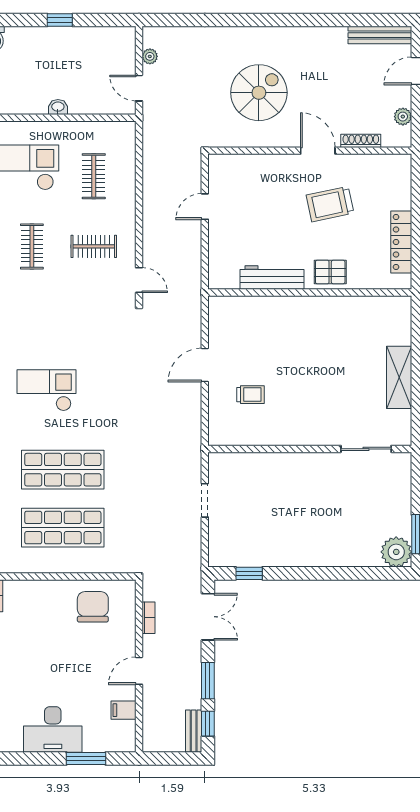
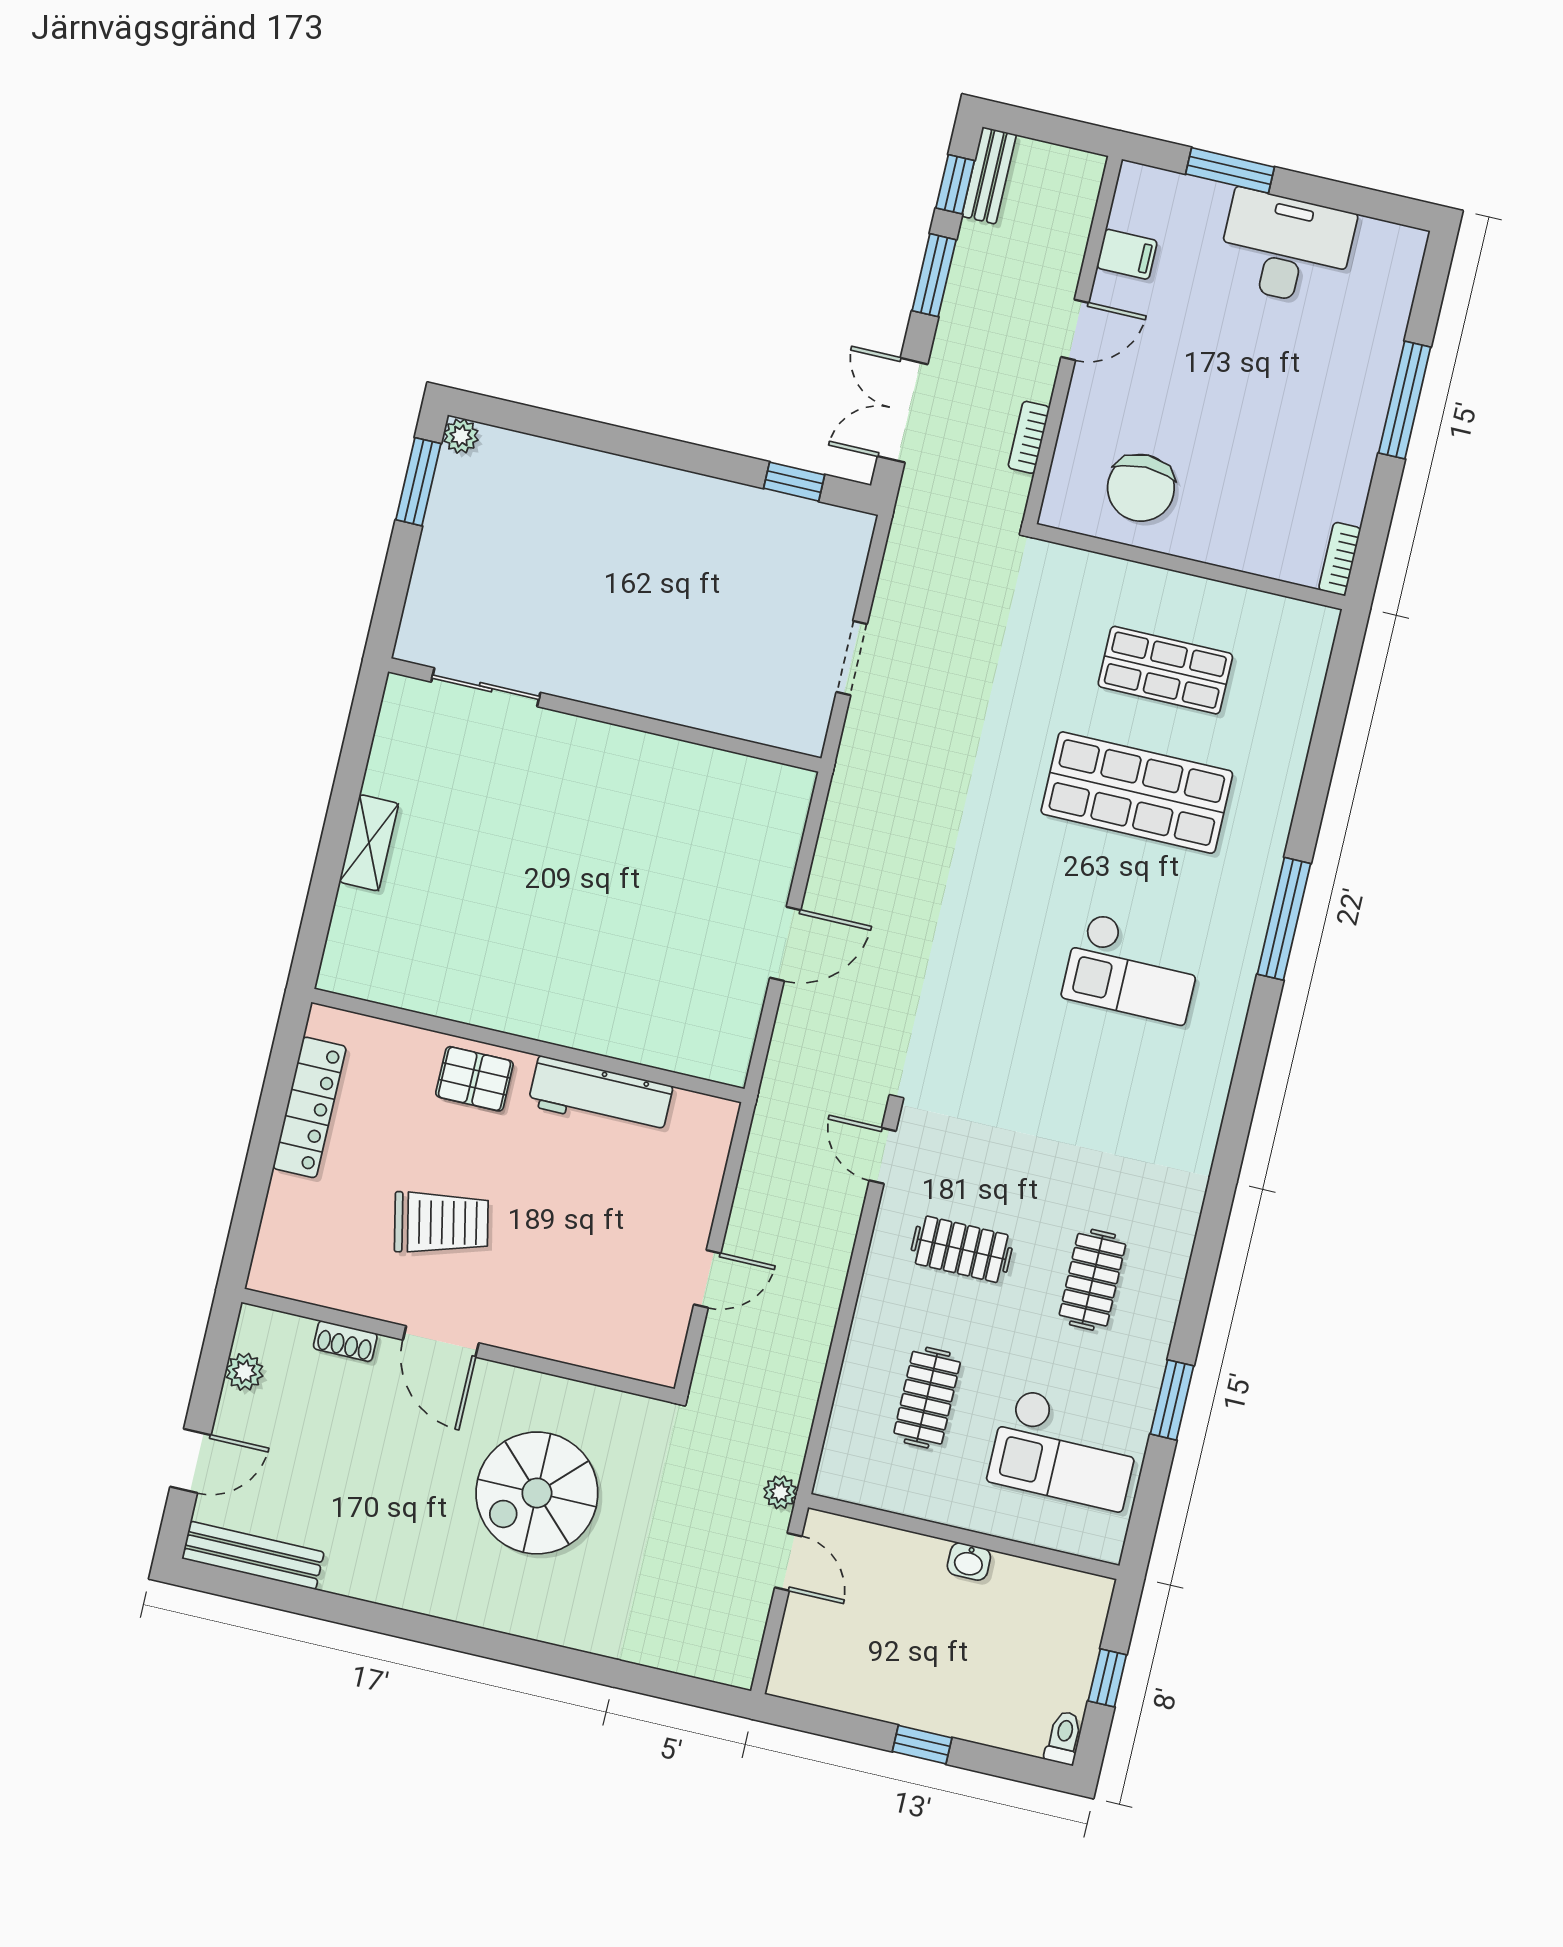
plant: (150, 56) -> (780, 1492), moved
shoe rack: (361, 141) -> (345, 1341), width x0.70
shelving: (399, 377) -> (369, 843), width x0.67, depth x0.75
trolley: (251, 395) -> (703, 859), removed
shop shelf: (63, 528) -> (1165, 670), width x0.70, depth x0.74
plant: (396, 552) -> (461, 436), width x0.53, depth x0.53

